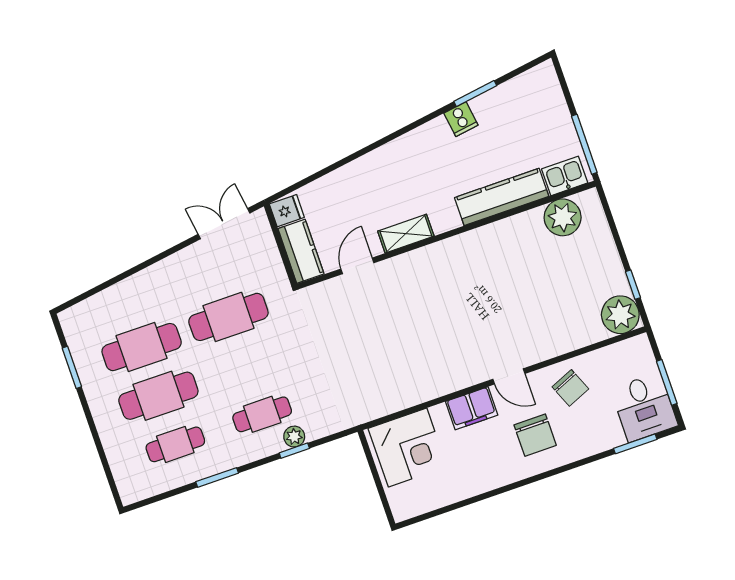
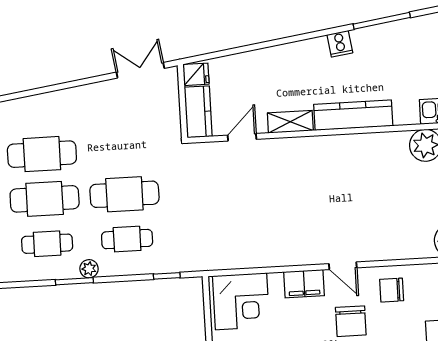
window: (475, 93) -> (382, 21), width x1.44
cooker: (461, 119) -> (340, 44), moved
kitchen counter: (502, 197) -> (353, 115), moved
cafe table: (228, 317) -> (124, 194), moved
chair: (570, 388) -> (392, 290), turned 113
plant: (294, 437) -> (89, 269), moved
window: (294, 451) -> (167, 276), moved

